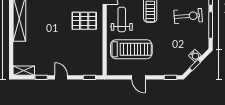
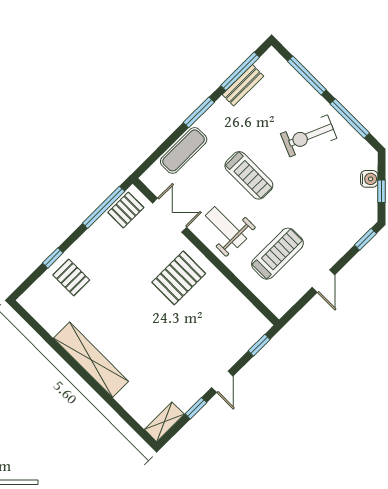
exercise bike: (188, 16) -> (309, 136), turned -153
treadmill: (131, 49) -> (277, 254), width x0.73, depth x0.73
door: (61, 77) -> (222, 382), swing flipped
door: (138, 77) -> (323, 281), hinge flipped

